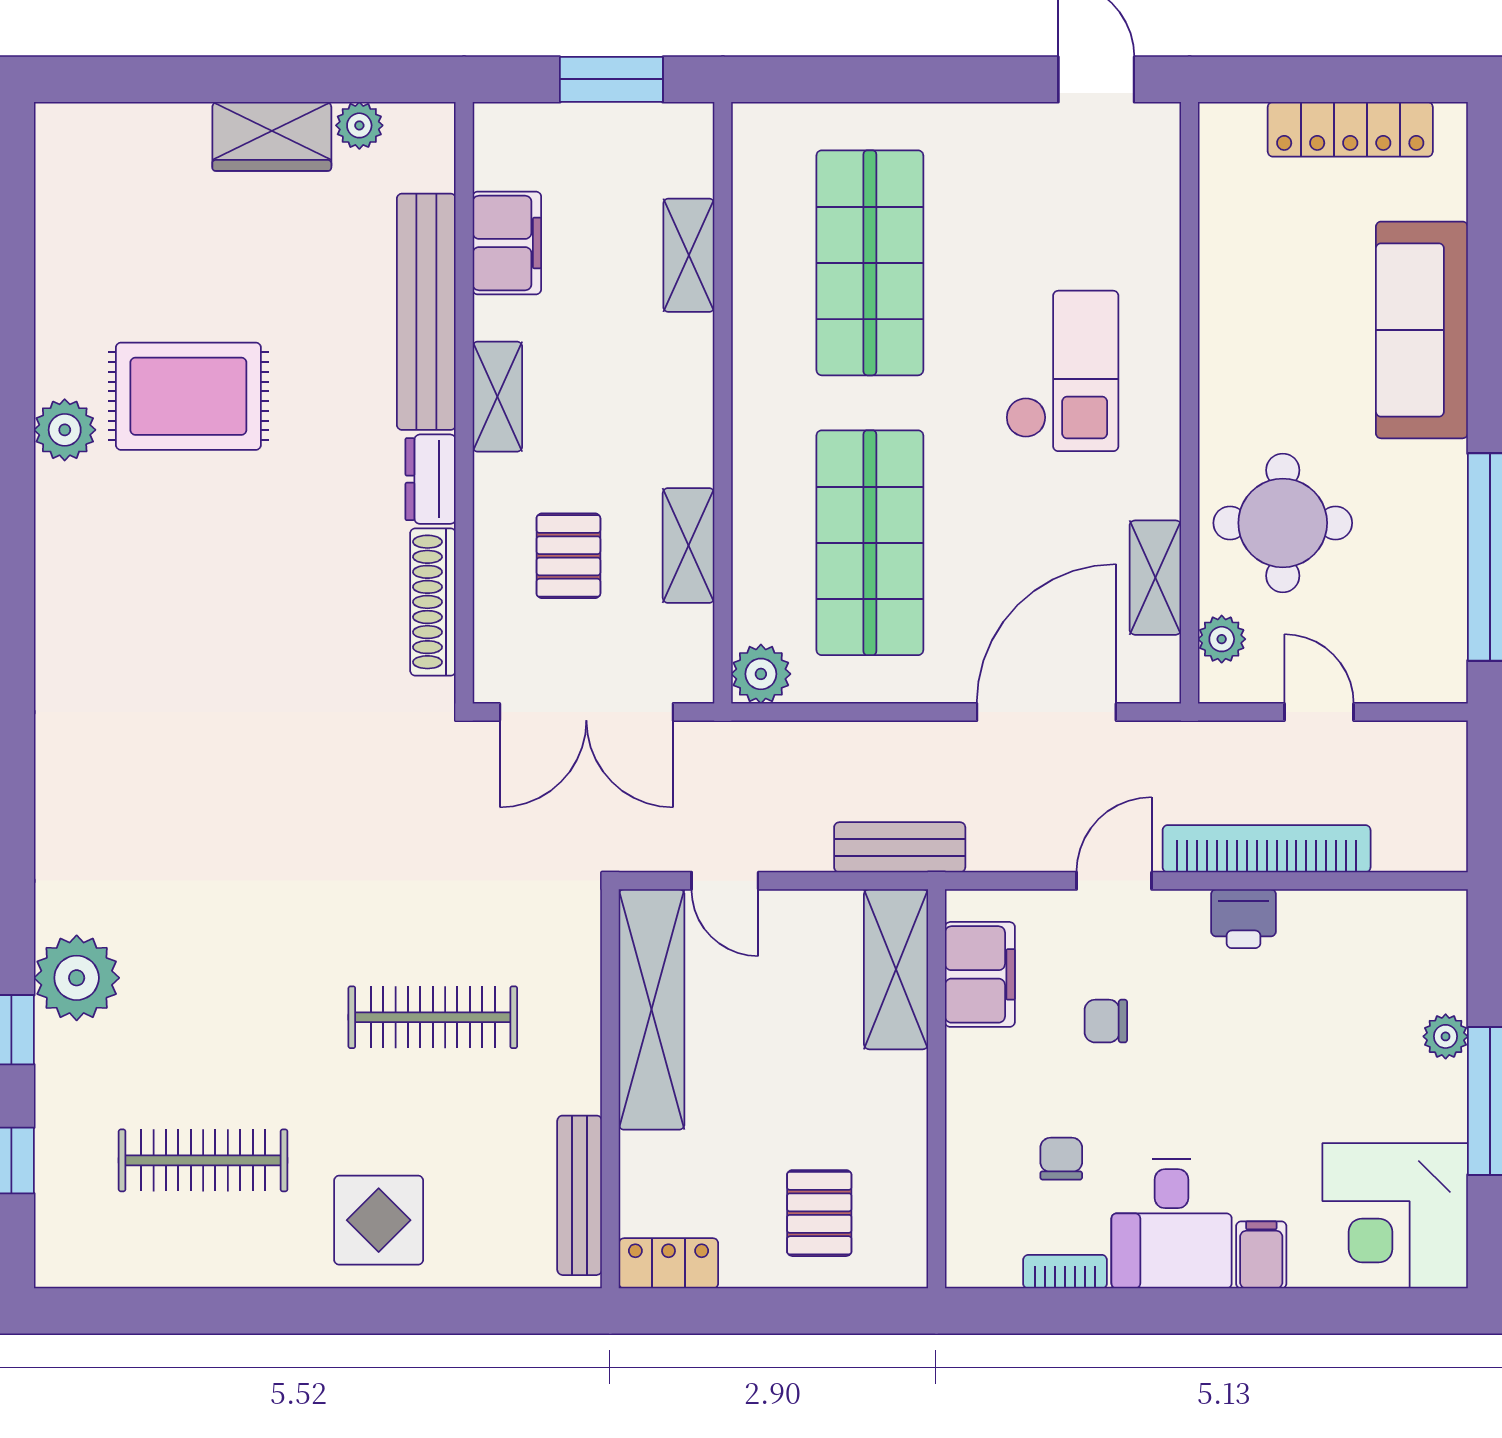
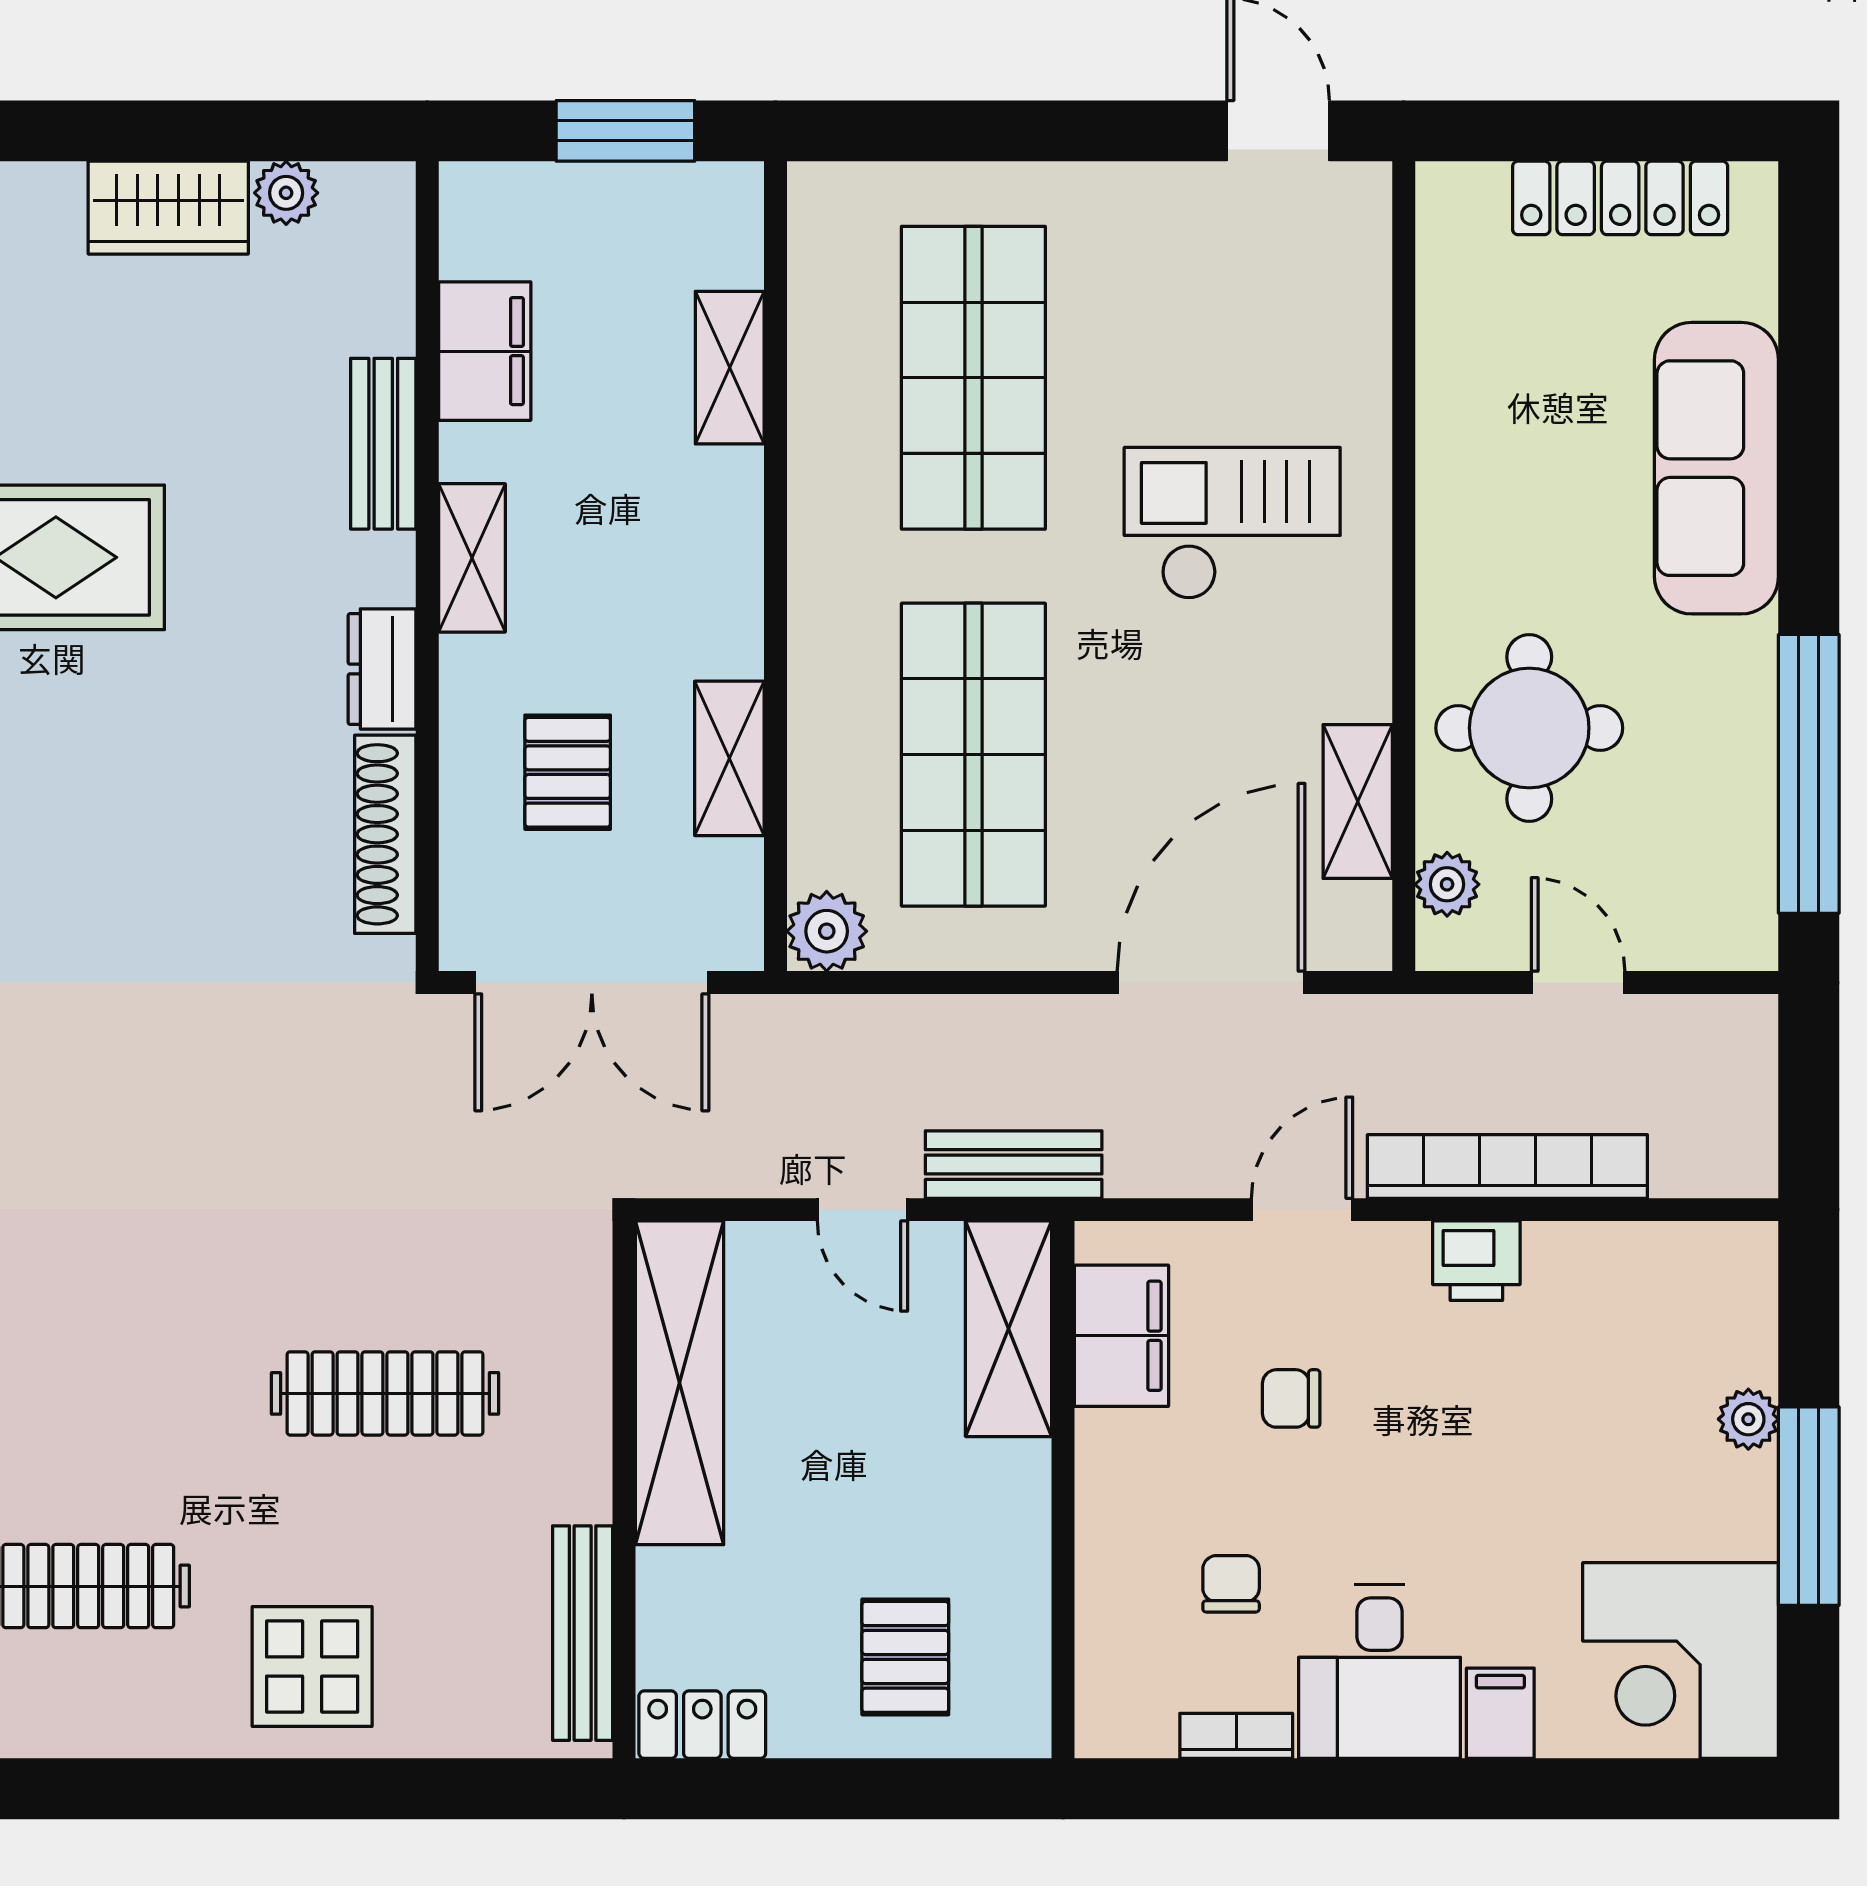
bench: (426, 312) -> (383, 444), width x0.54, depth x0.82
checkout: (1062, 371) -> (1232, 523), turned -90
door: (725, 881) -> (862, 1210), moved

